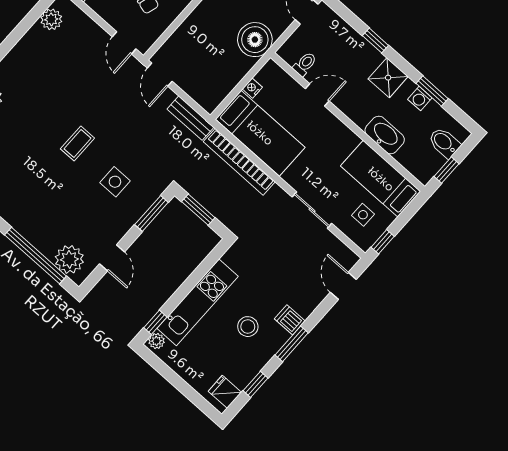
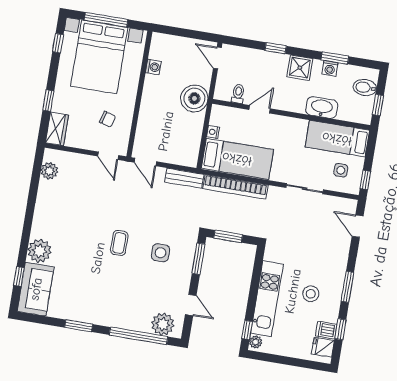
dishwasher: (290, 320) -> (326, 330), moved

